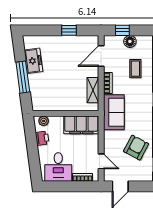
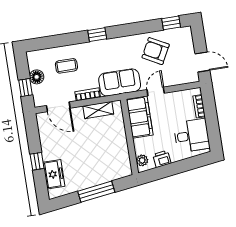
window: (69, 30) -> (37, 161), moved
freezer: (34, 61) -> (54, 174), moved, turned 98
door: (101, 161) -> (156, 91), moved

